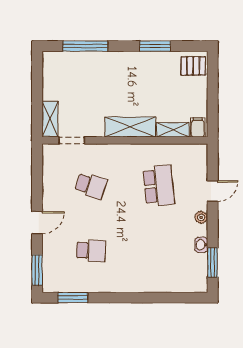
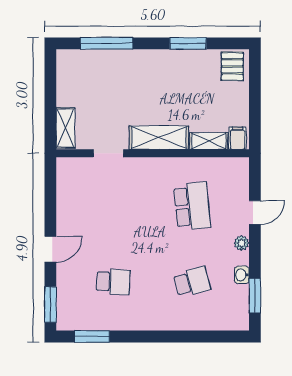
pallet: (193, 66) -> (232, 66), turned 90
doorway: (72, 140) -> (108, 153), moved
school desk: (91, 186) -> (192, 282), moved, turned -33

